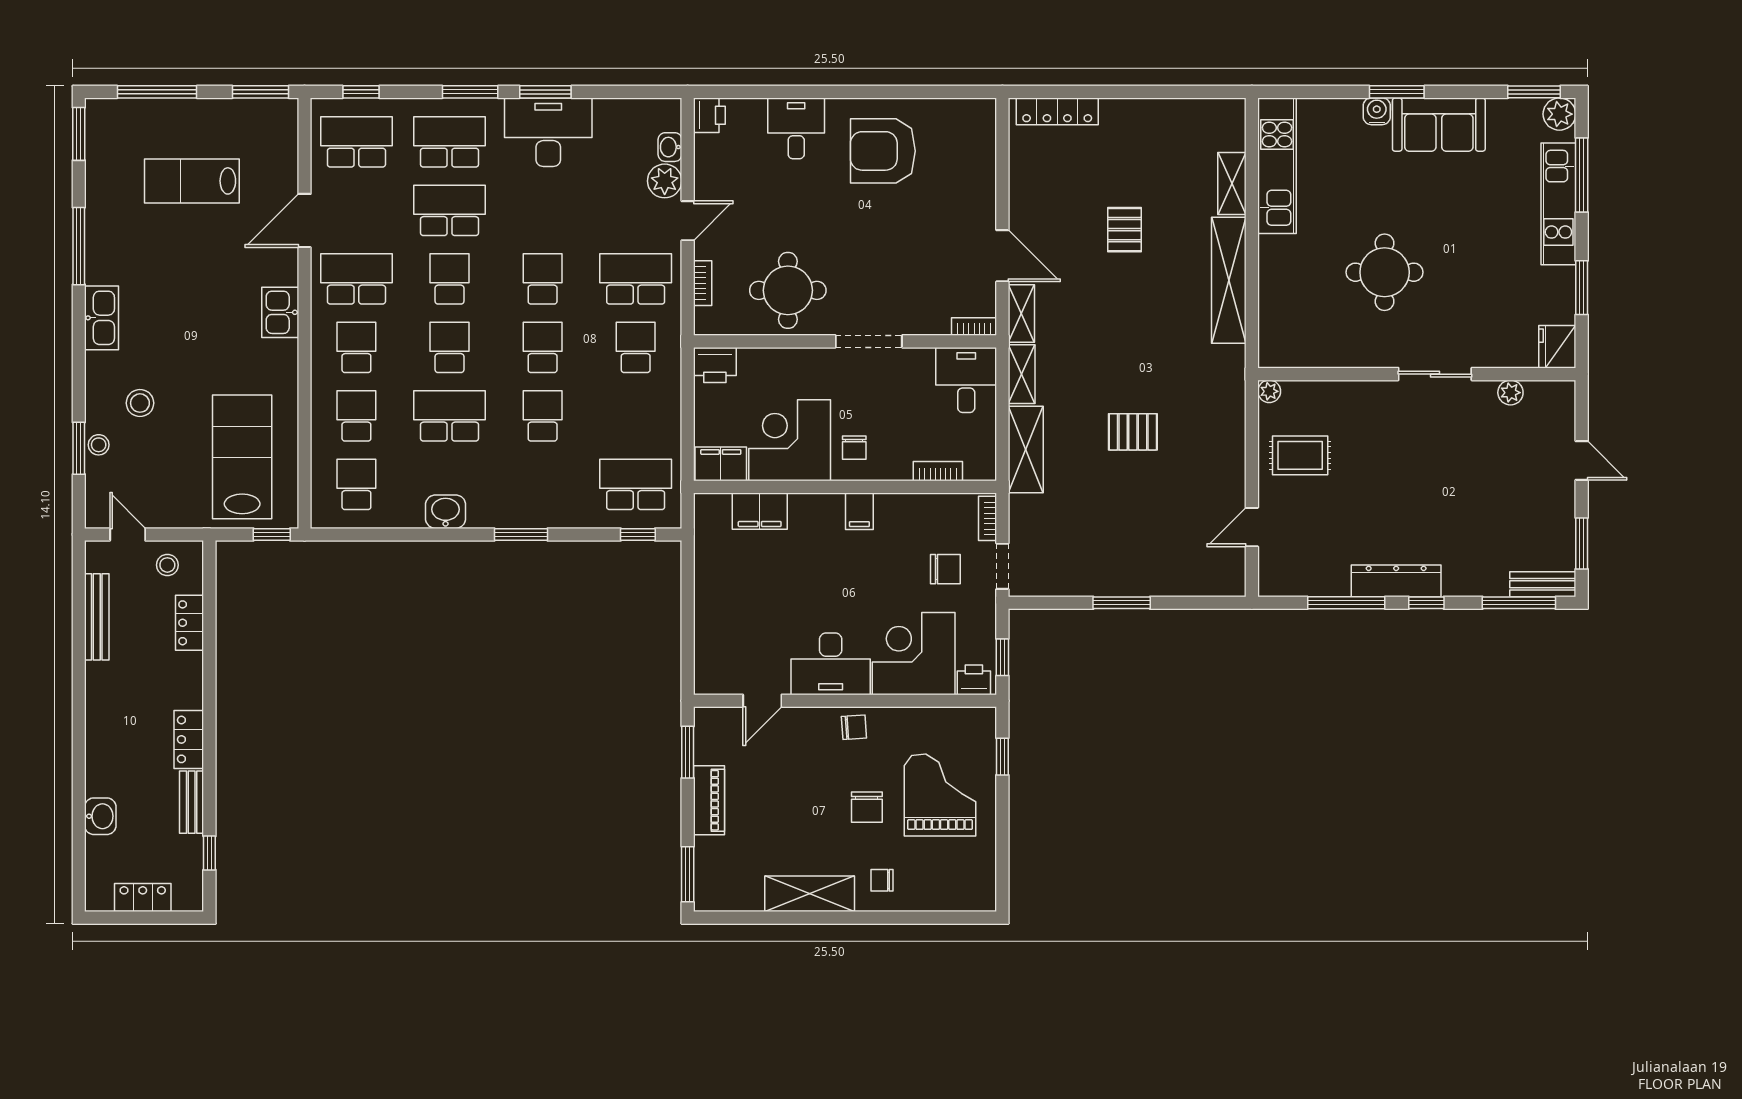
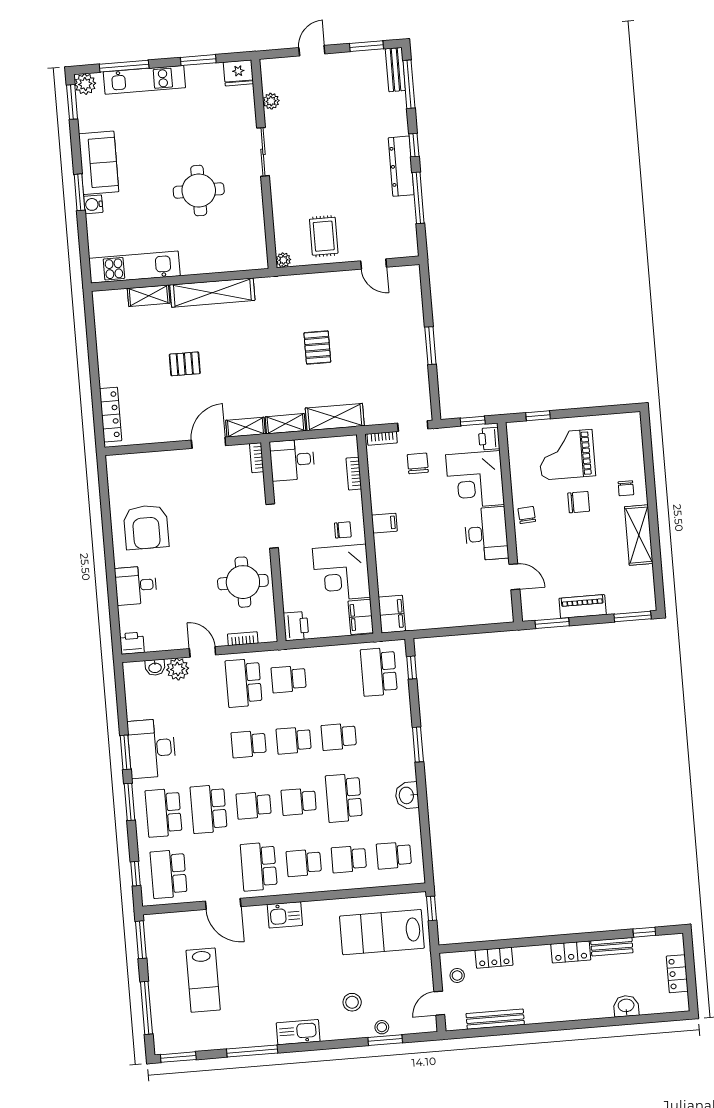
filing cabinet: (760, 511) -> (392, 614), moved

